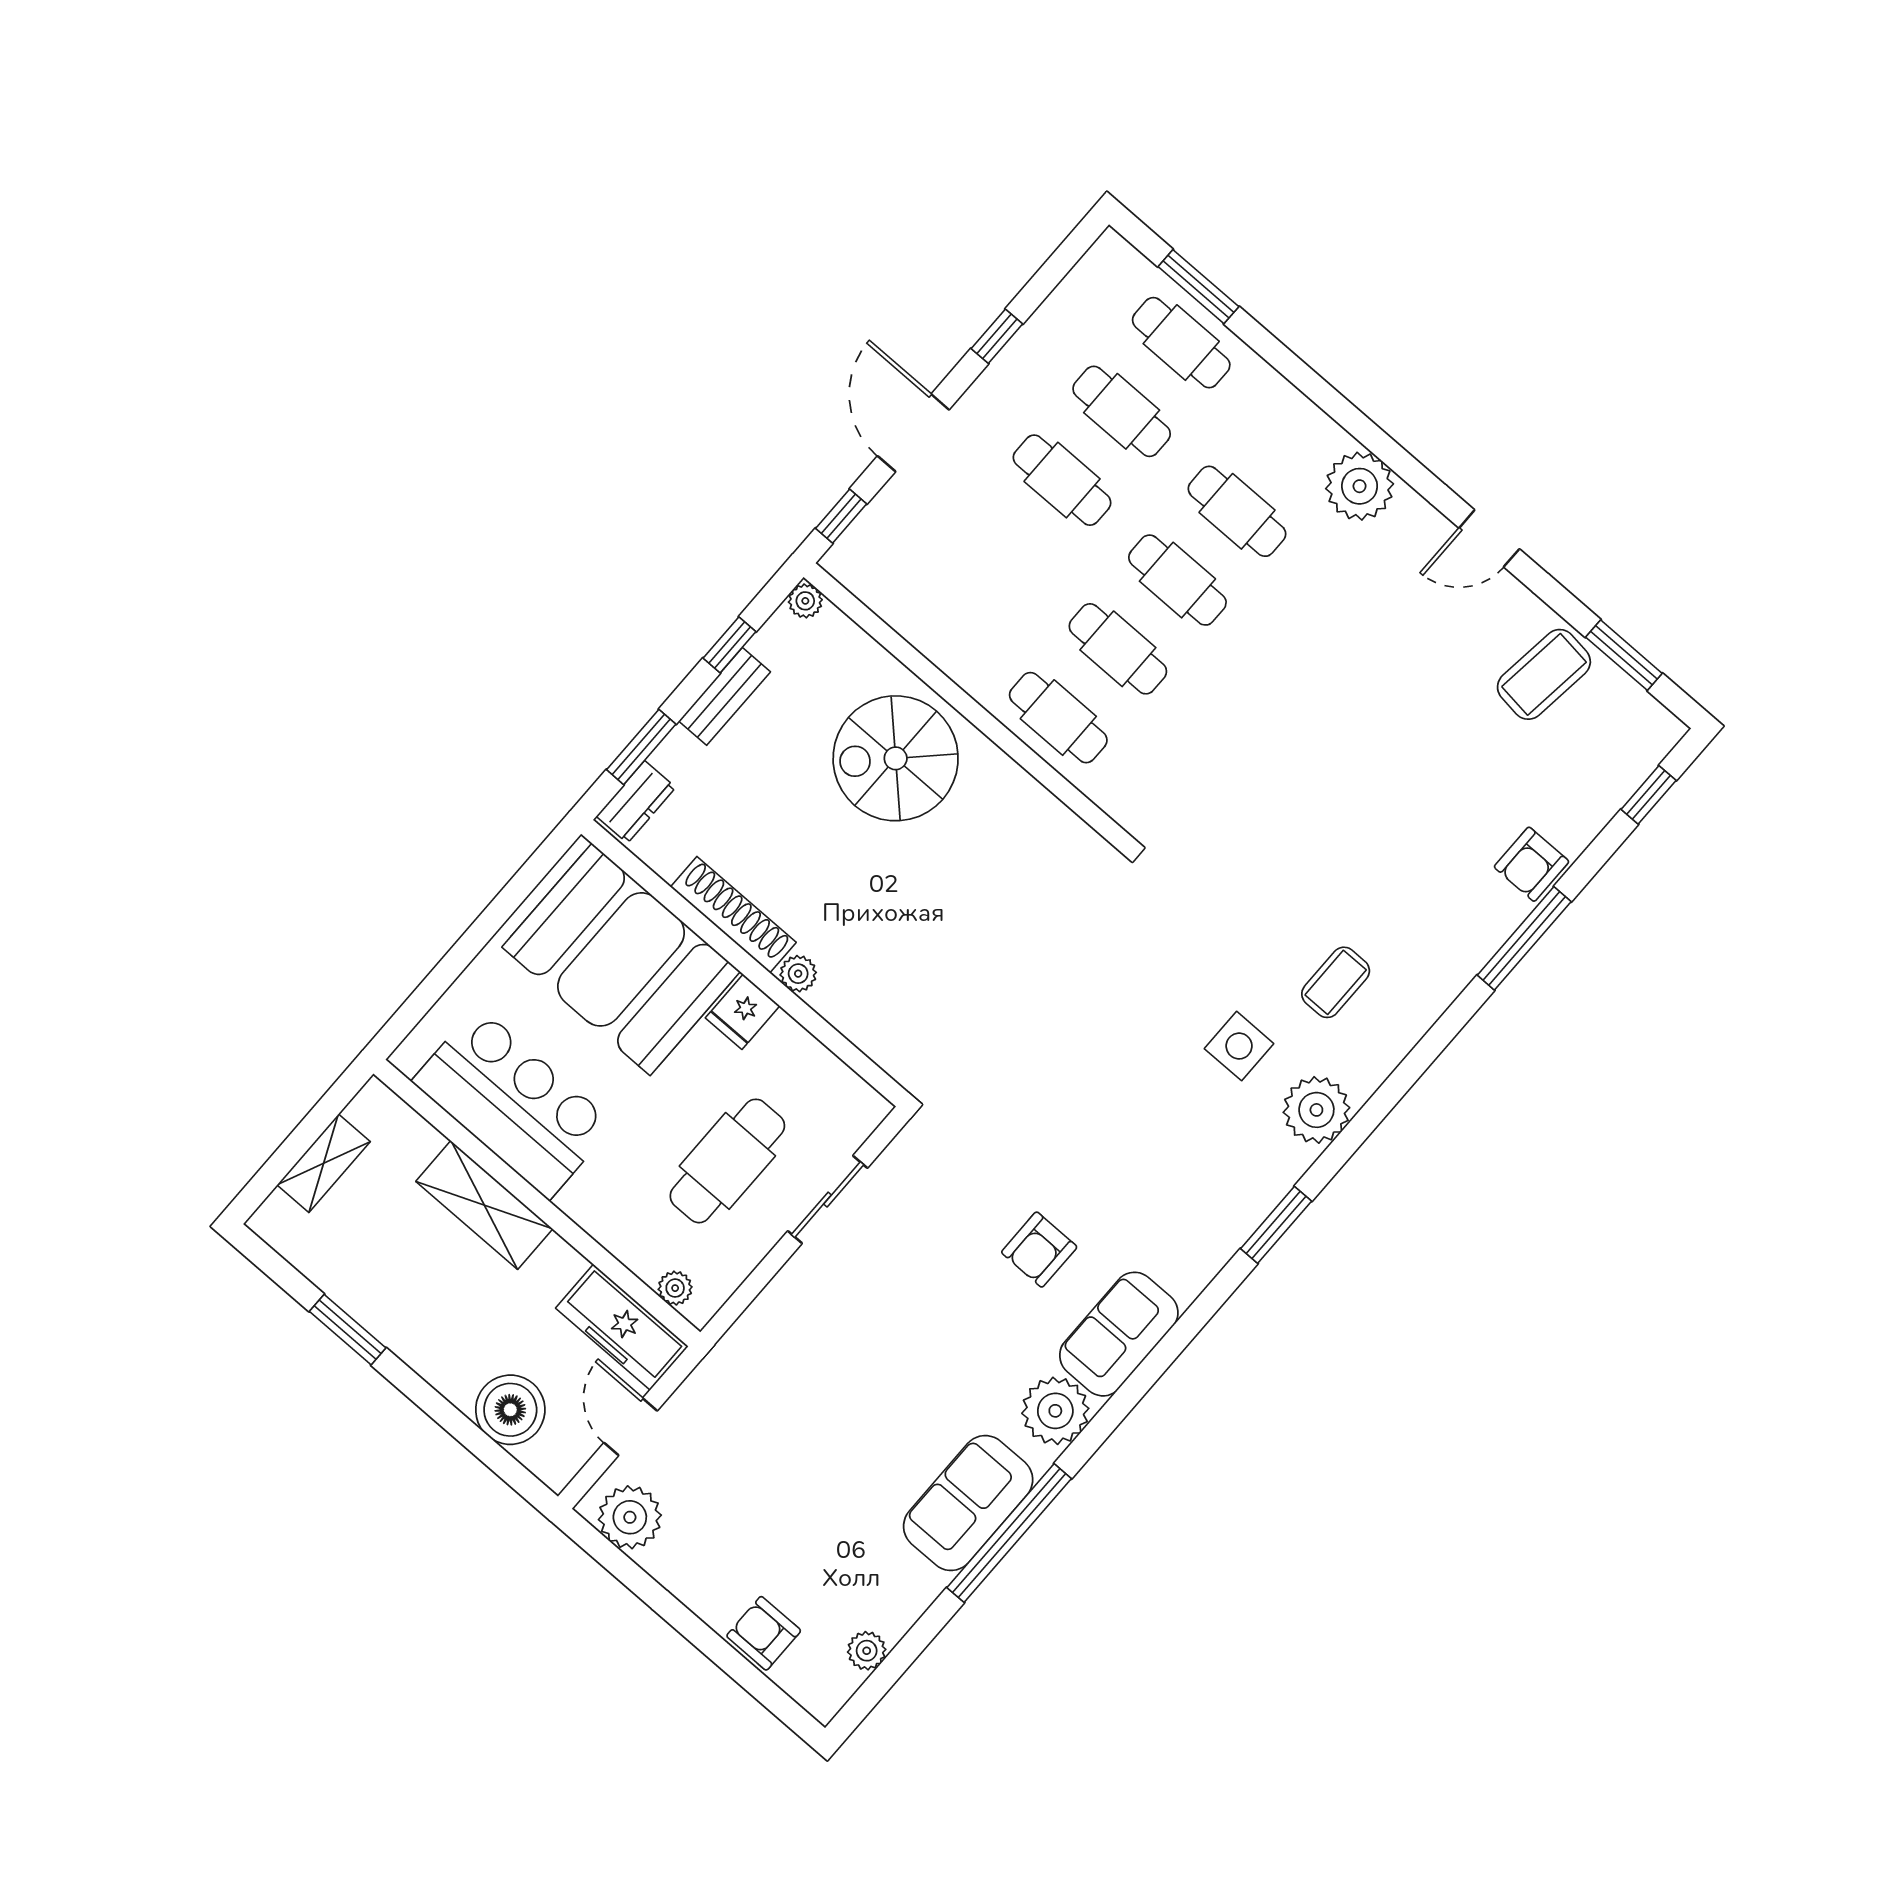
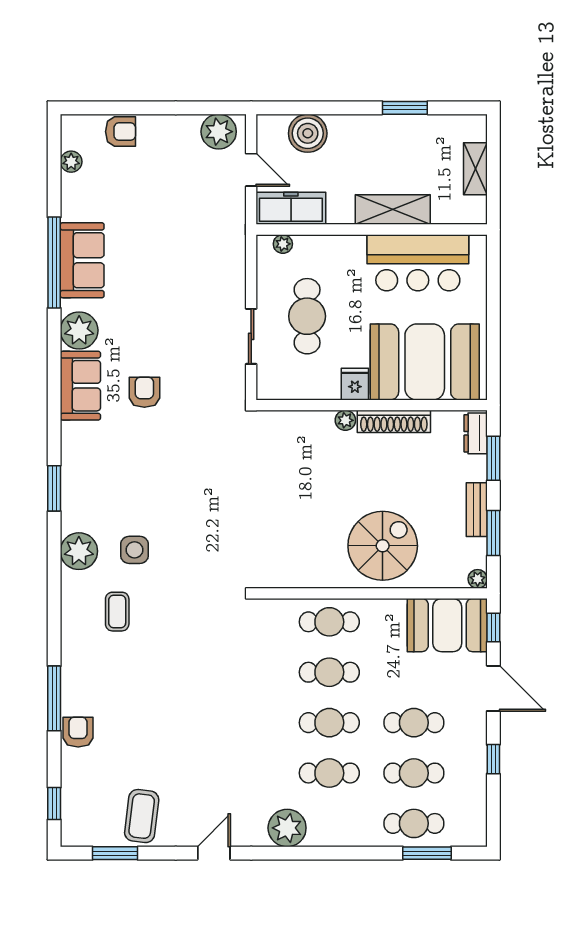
booth: (901, 574) -> (447, 625), added
window: (730, 645) -> (493, 533), width x1.50

